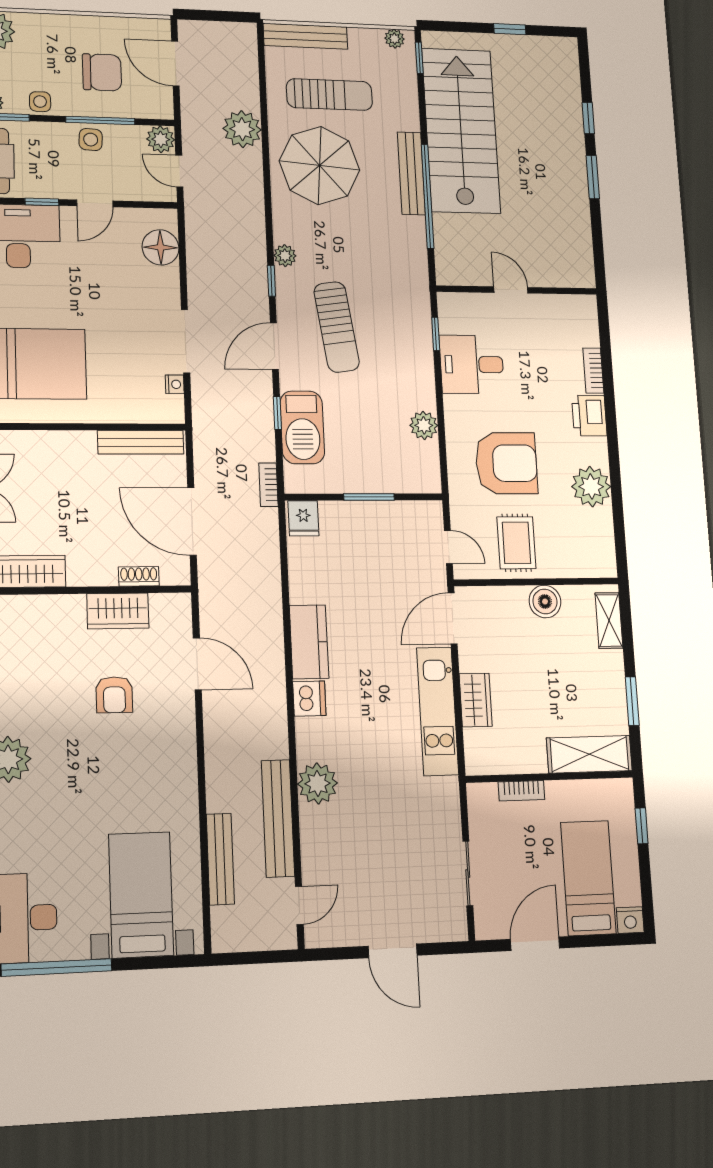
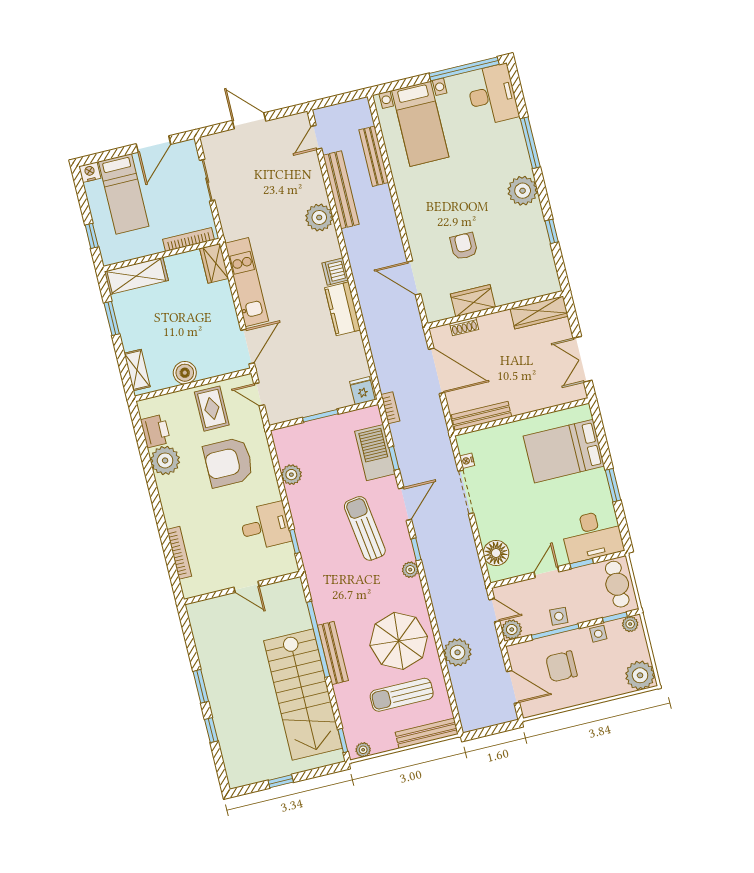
bookcase: (593, 371) -> (179, 553), width x1.56
printer: (589, 416) -> (155, 431), moved
wardrobe: (476, 700) -> (214, 263), moved
bookcase: (521, 791) -> (189, 240), width x1.56

